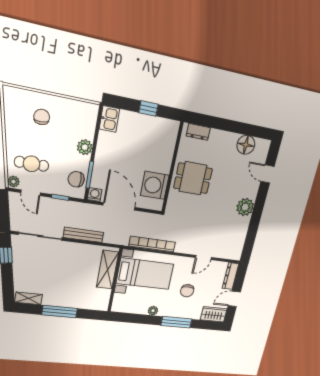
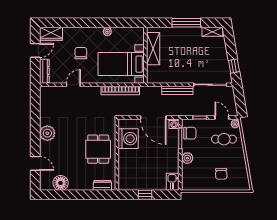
dining table: (193, 178) -> (98, 149), turned 90
shelving: (107, 270) -> (153, 49), moved
window: (176, 322) -> (84, 23), removed

